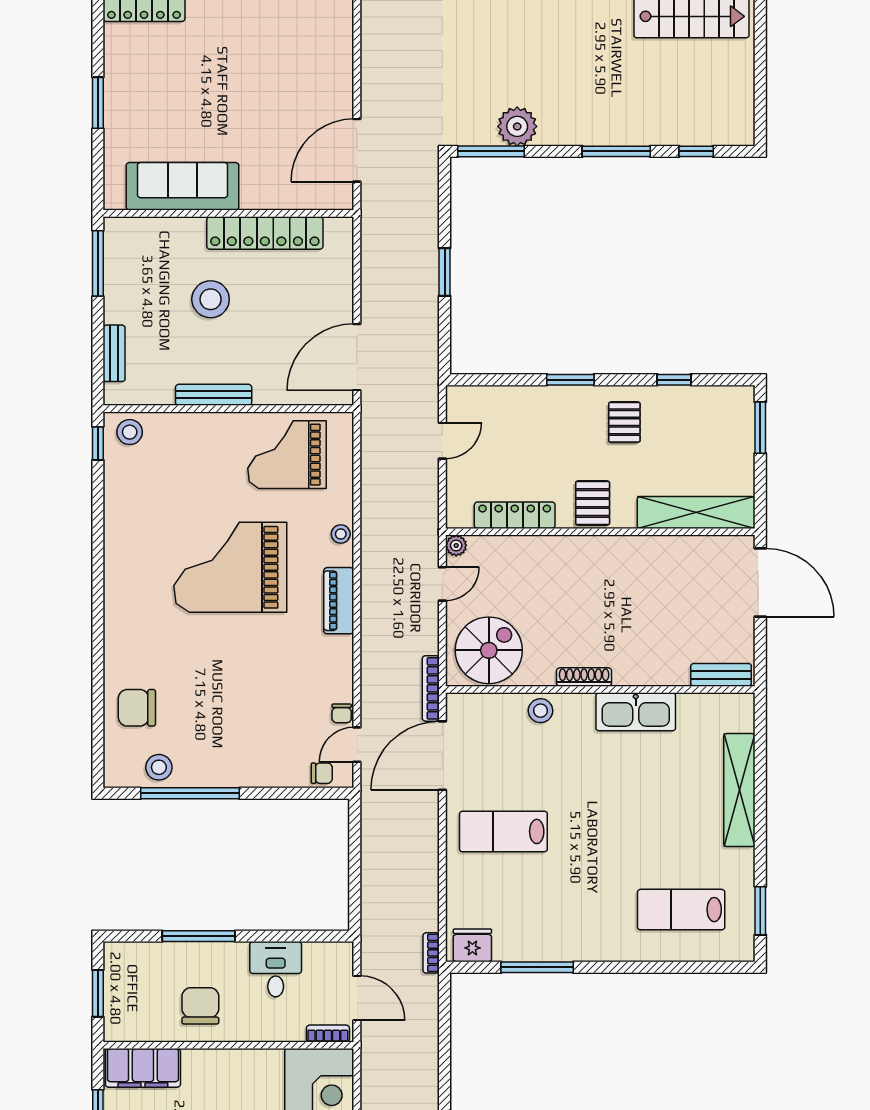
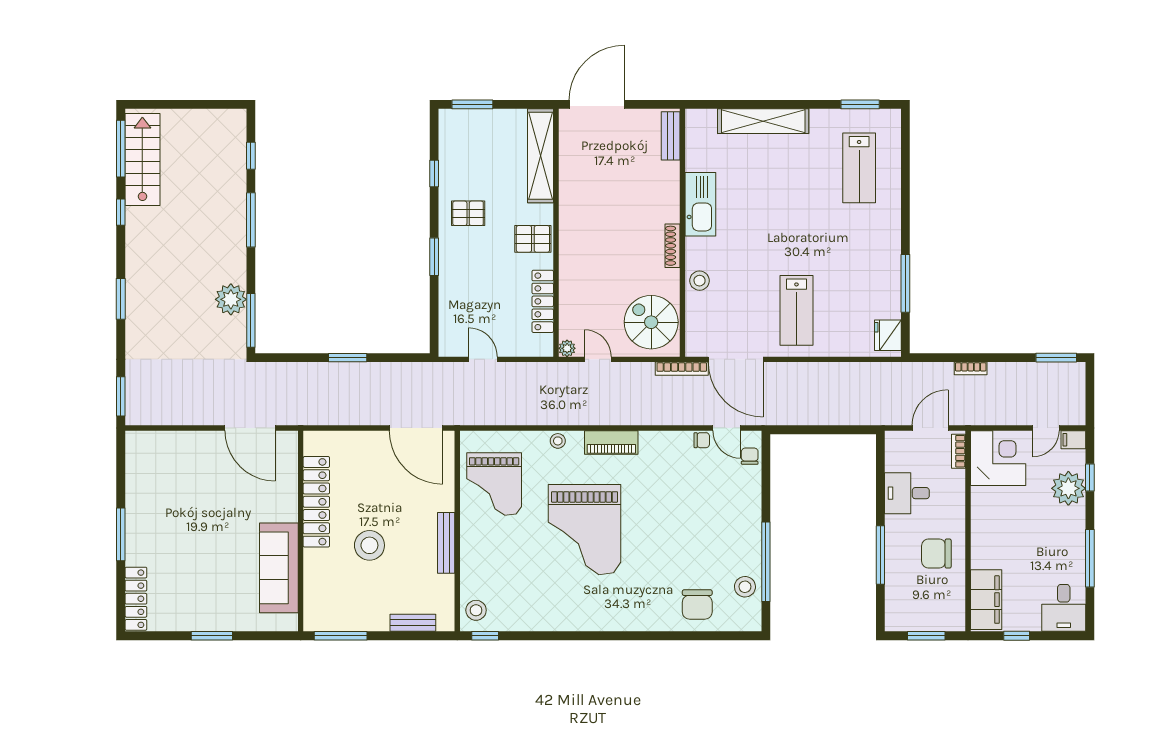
bookcase: (431, 953) -> (971, 368), moved

